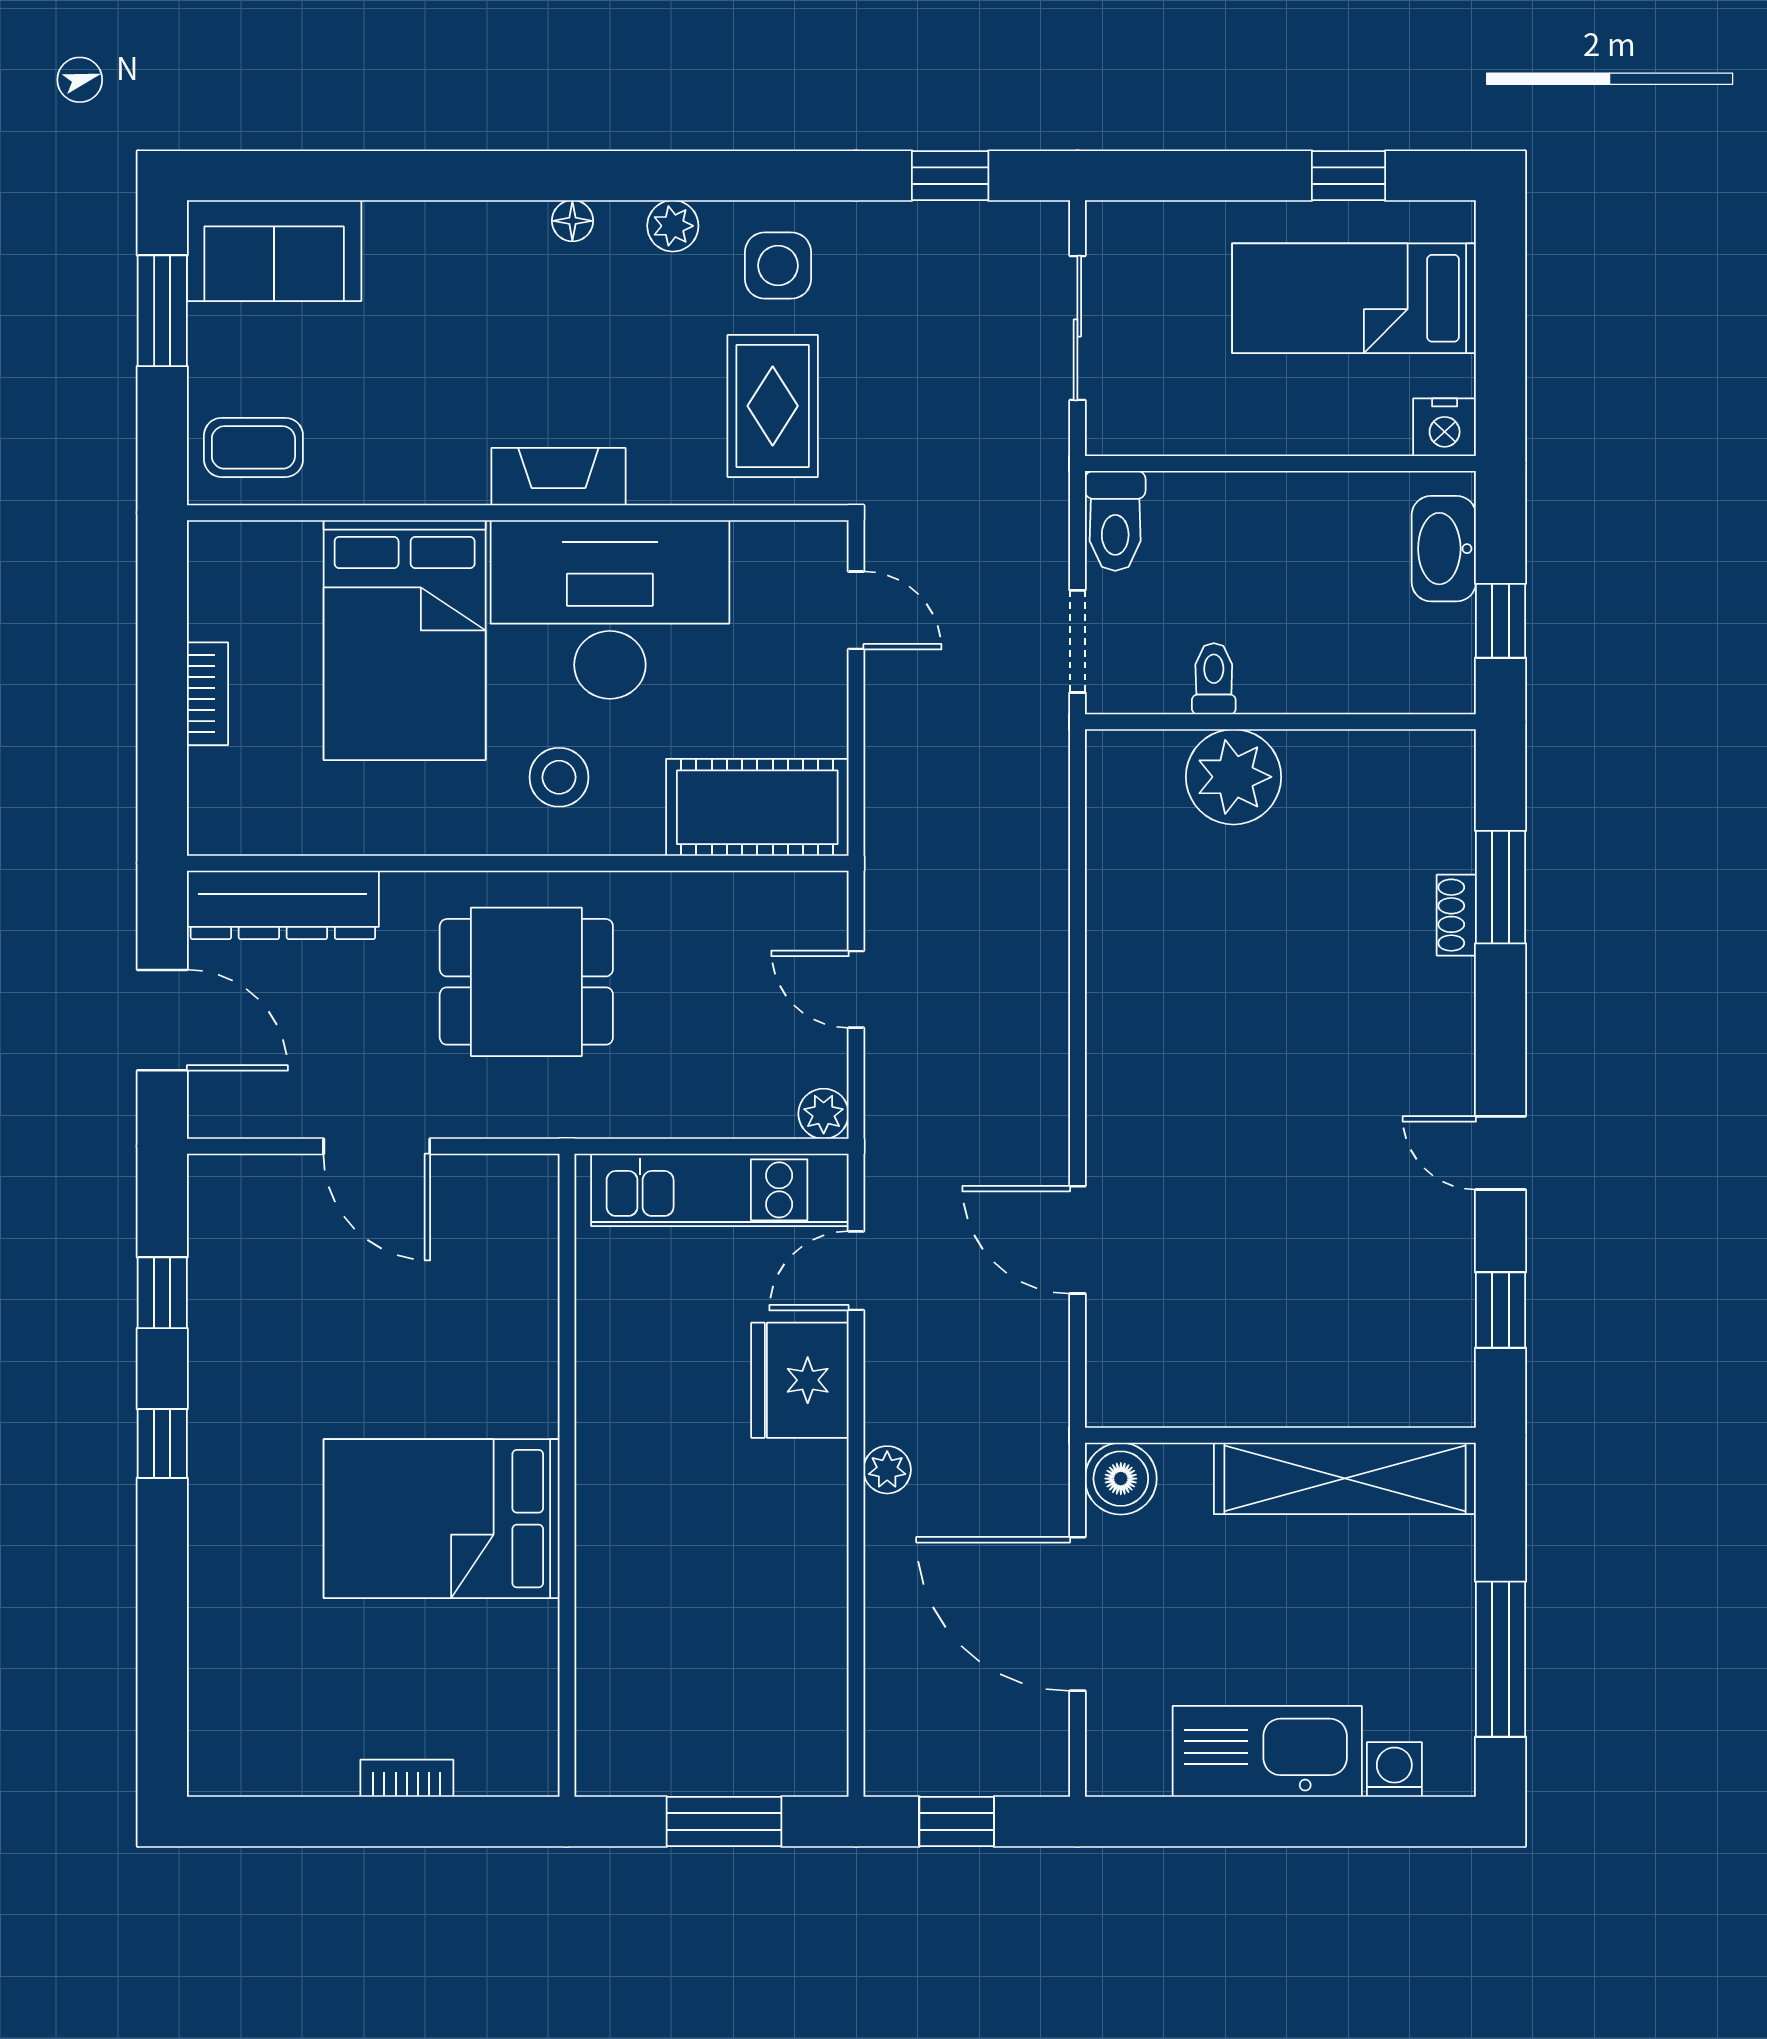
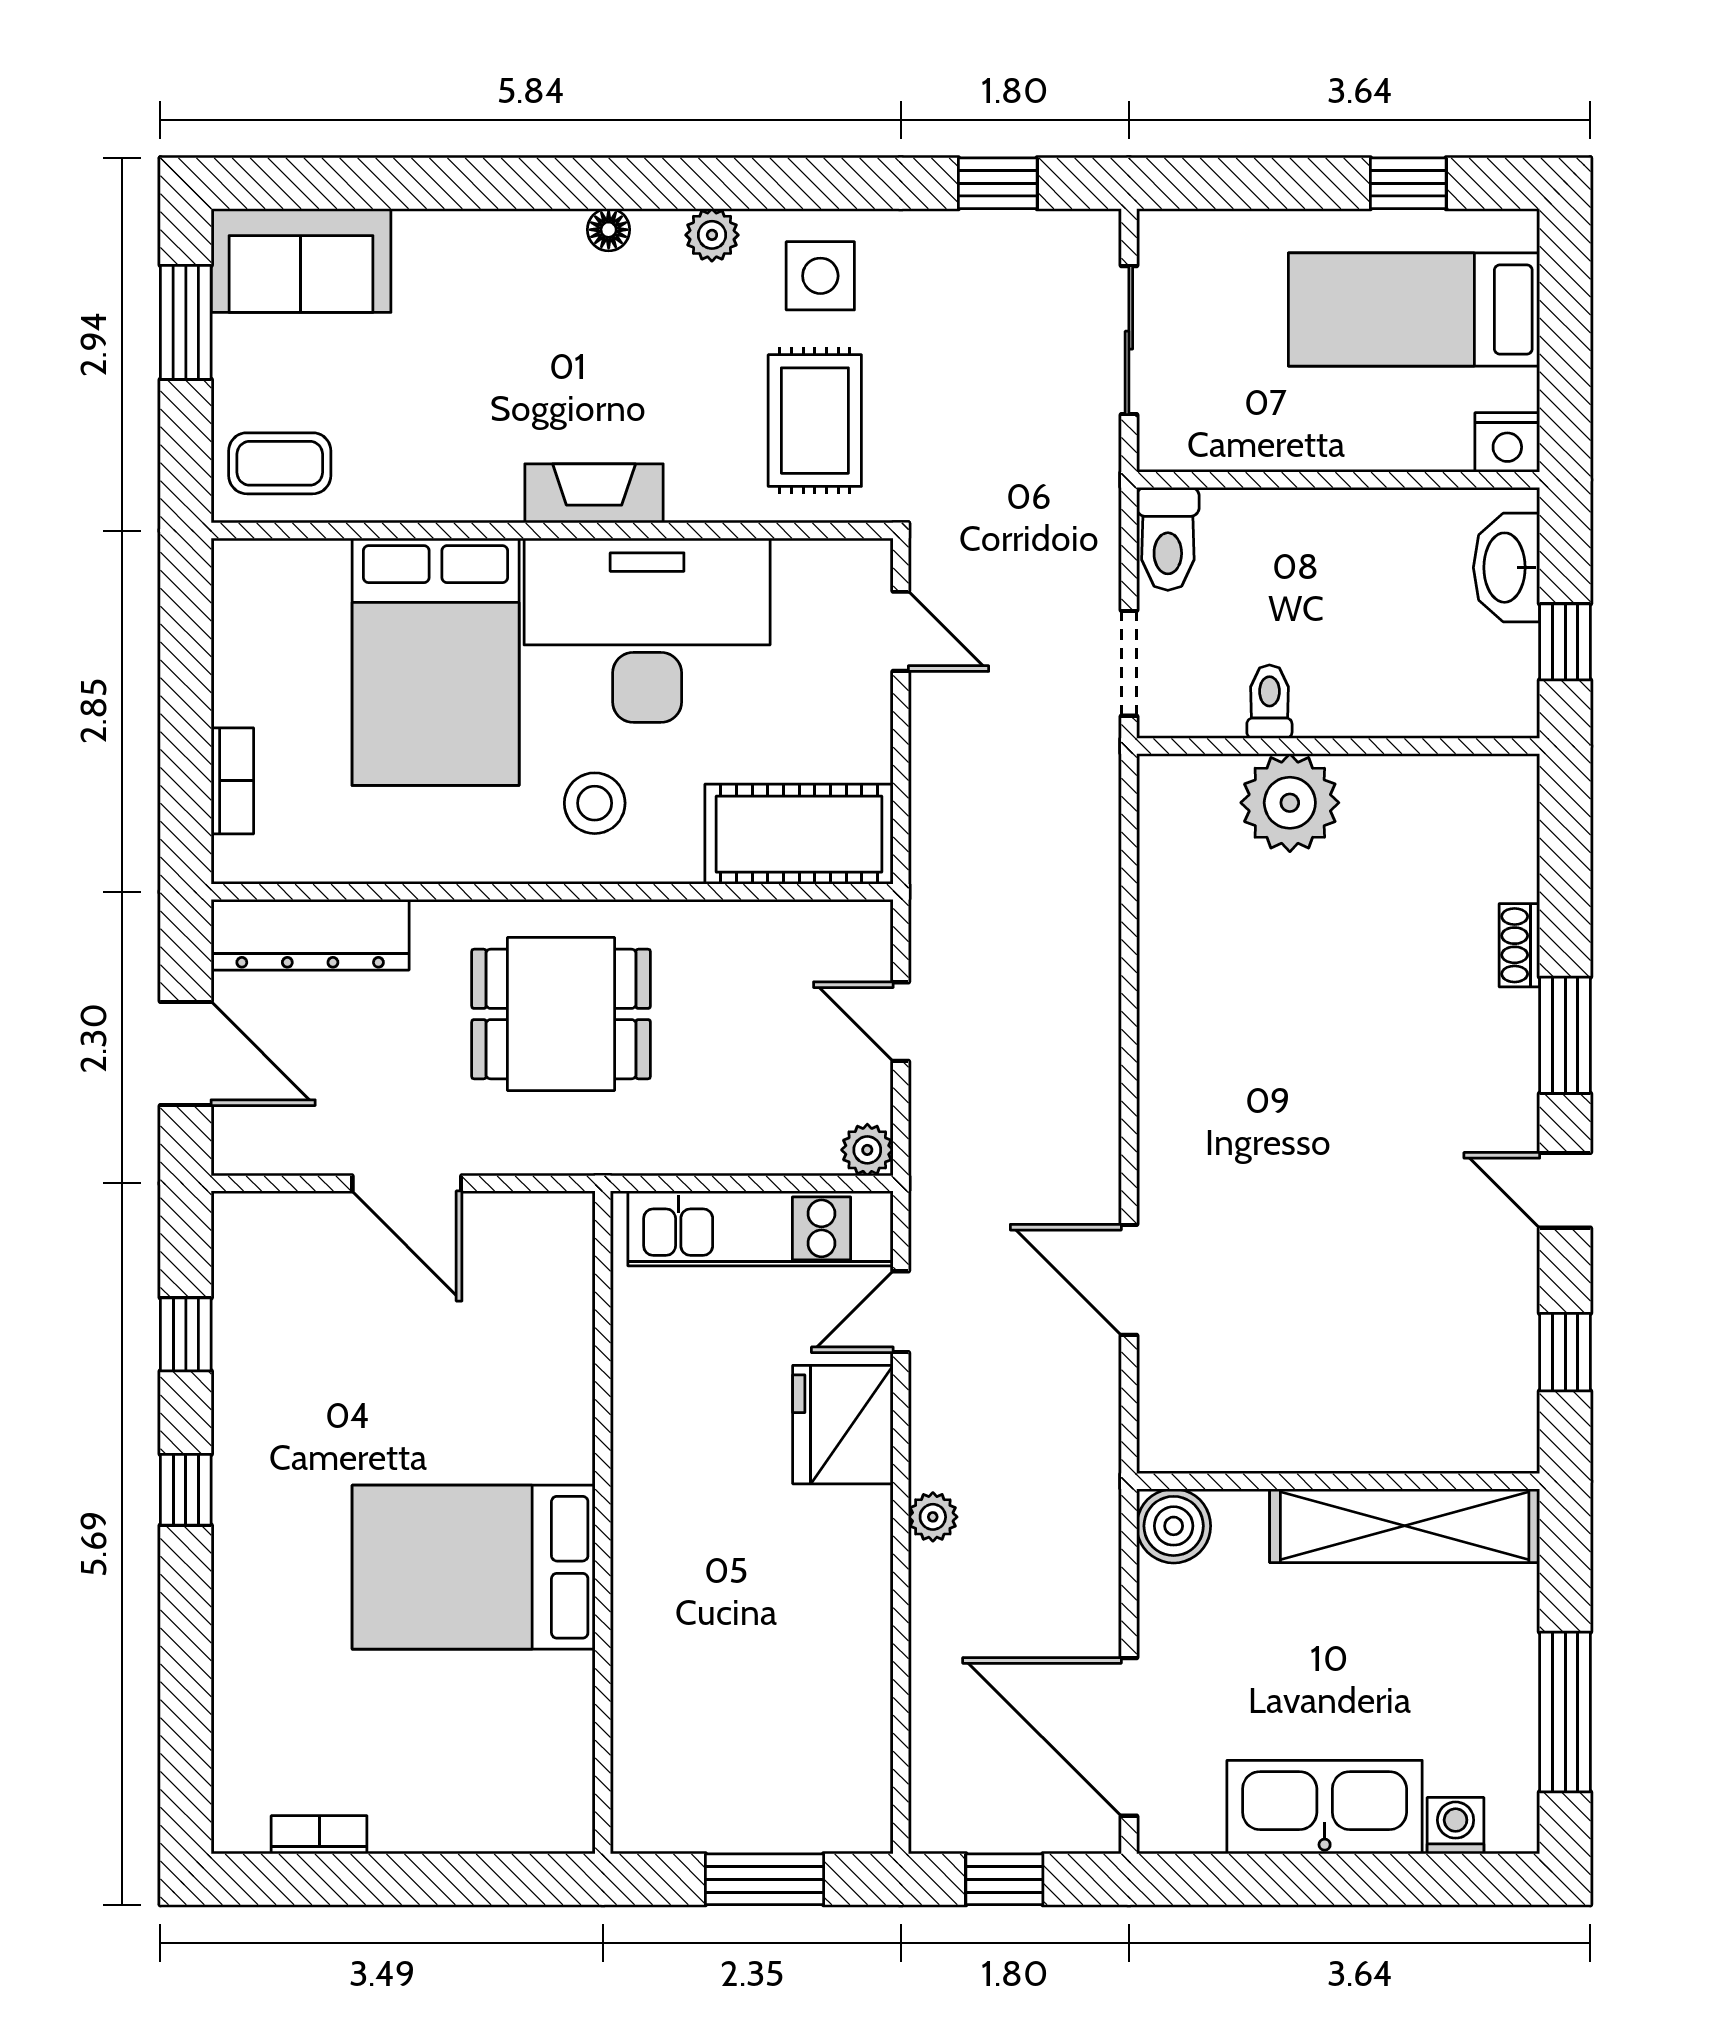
bookcase: (207, 694) -> (232, 781), moved
window: (1501, 887) -> (1565, 1035), moved
door: (1077, 1614) -> (1129, 1737), moved
bookcase: (407, 1778) -> (319, 1835), moved

